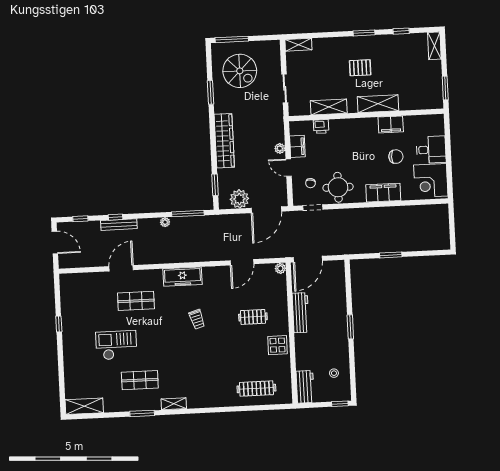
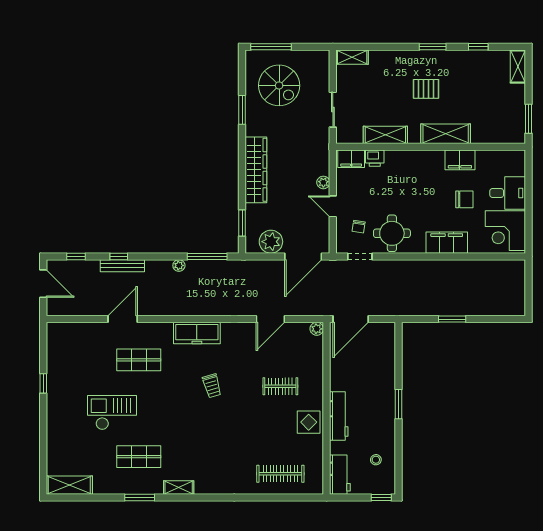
filing cabinet: (297, 146) -> (351, 159), moved, turned 90
workbench: (301, 313) -> (339, 416), moved

